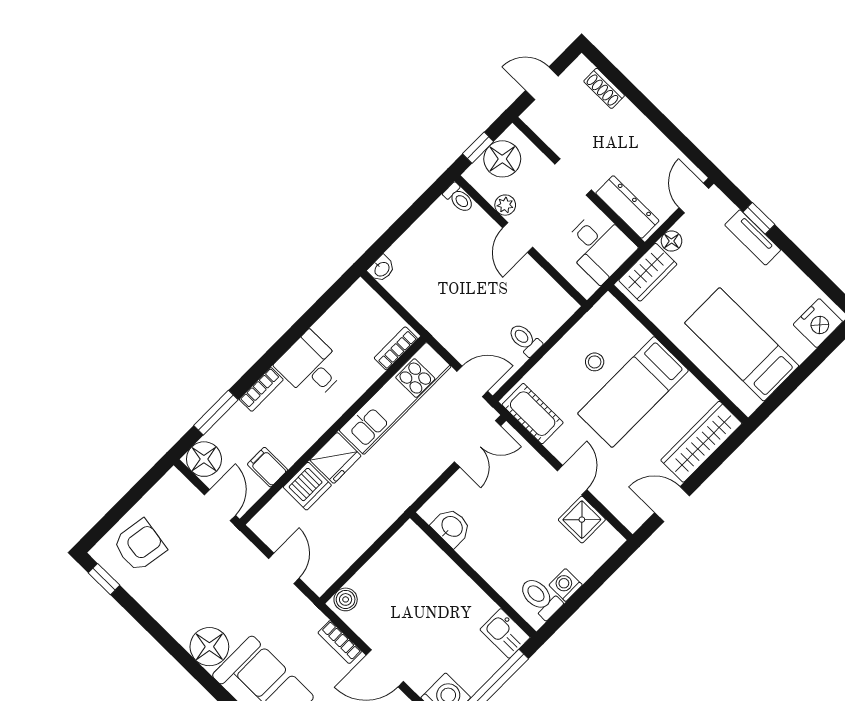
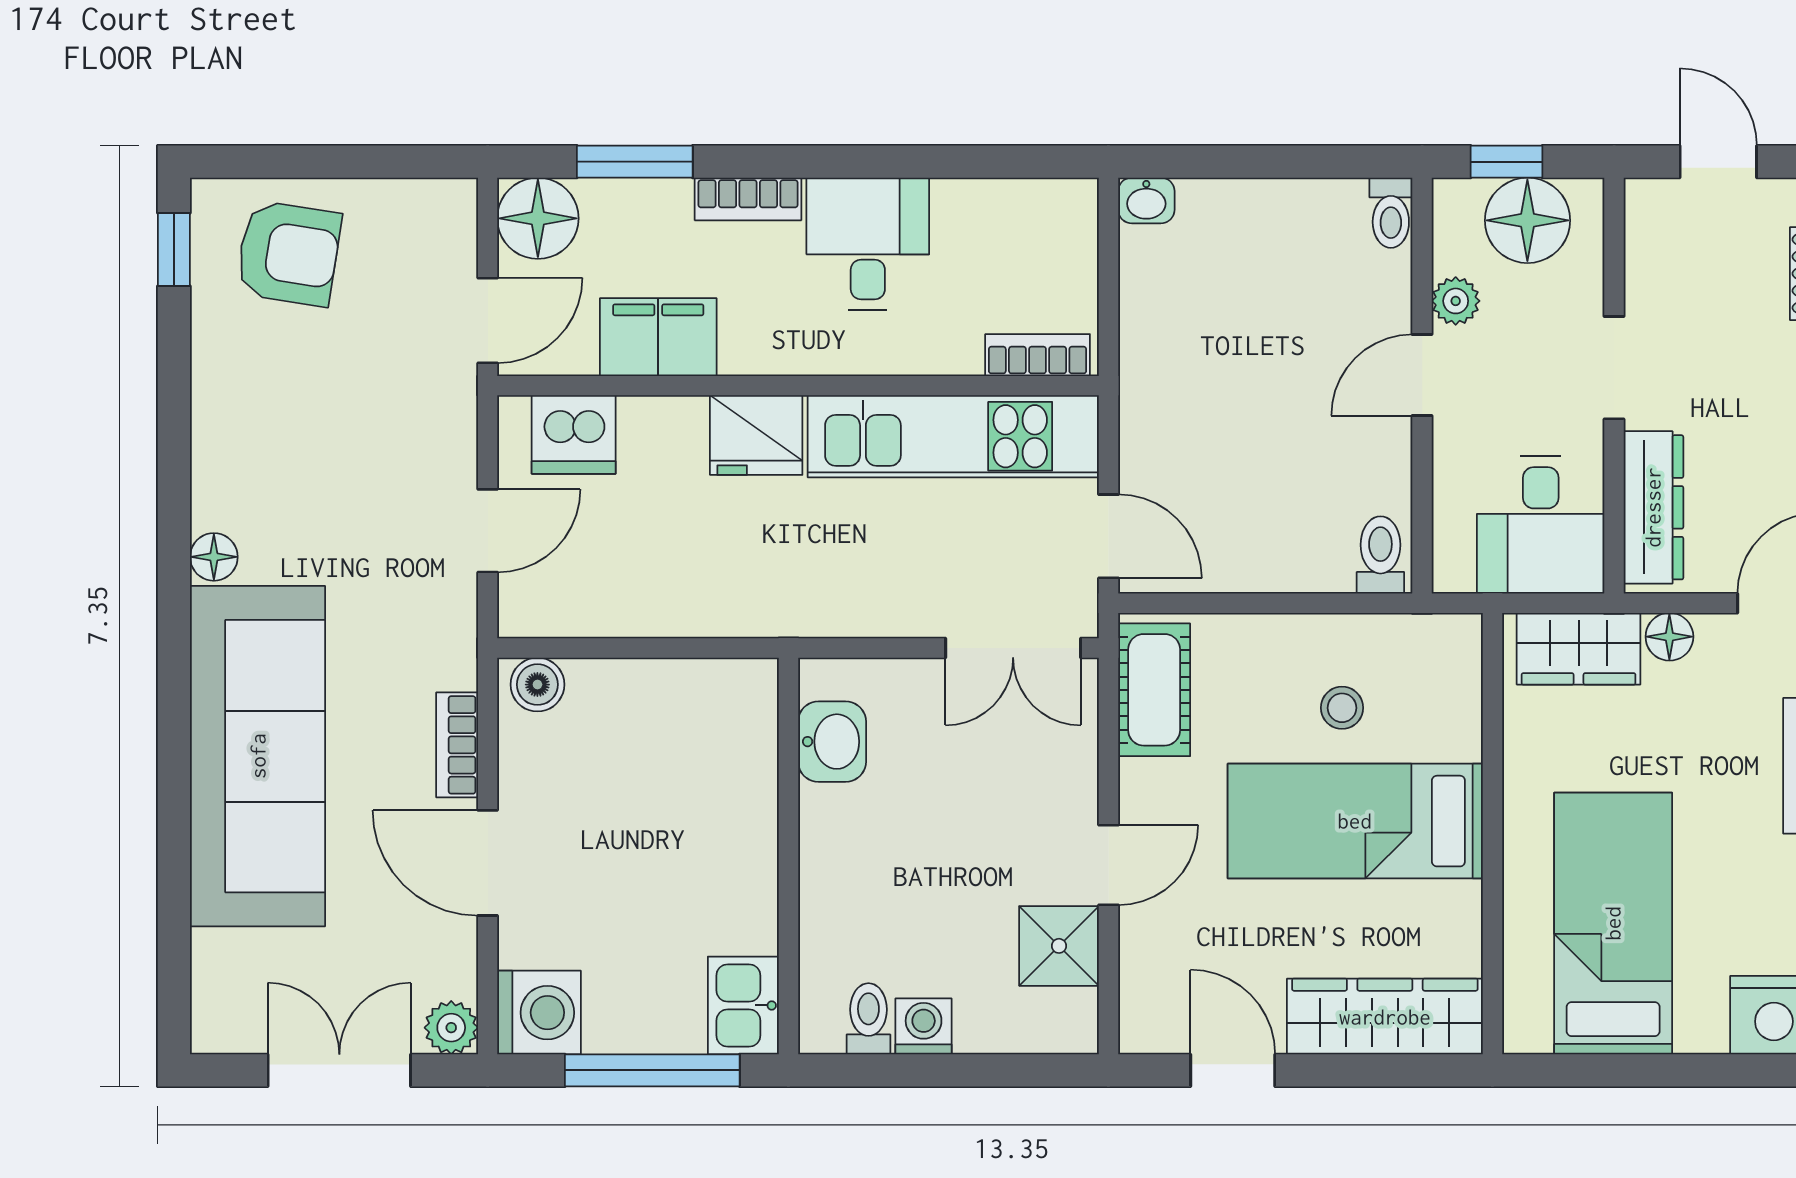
toilet: (525, 340) -> (1380, 555), moved
filing cabinet: (267, 467) -> (658, 337), width x2.00
dishwasher: (307, 486) -> (574, 434), moved
toilet: (540, 598) -> (868, 1019), width x0.73, depth x0.72
floor lamp: (209, 647) -> (214, 557), width x0.53, depth x0.53

